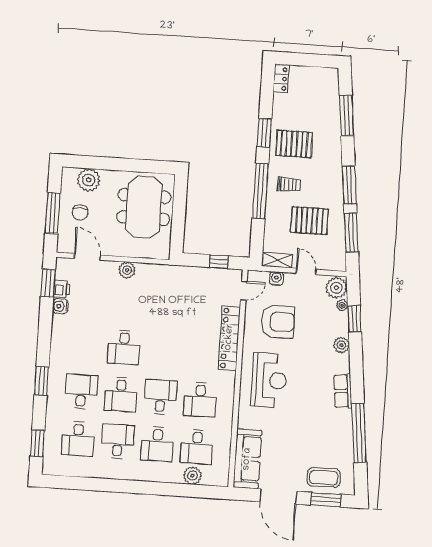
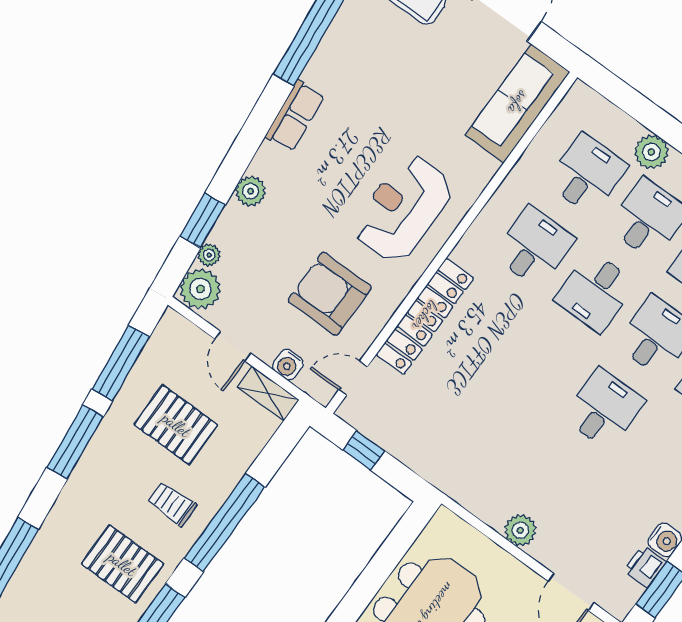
plant: (192, 476) -> (651, 152), moved

